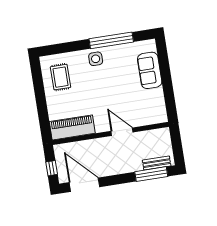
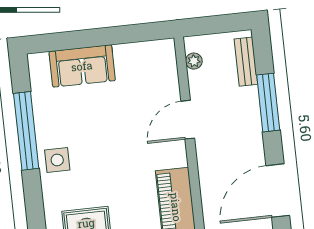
plant: (156, 134) -> (194, 61), added
window: (151, 174) -> (268, 103), moved

